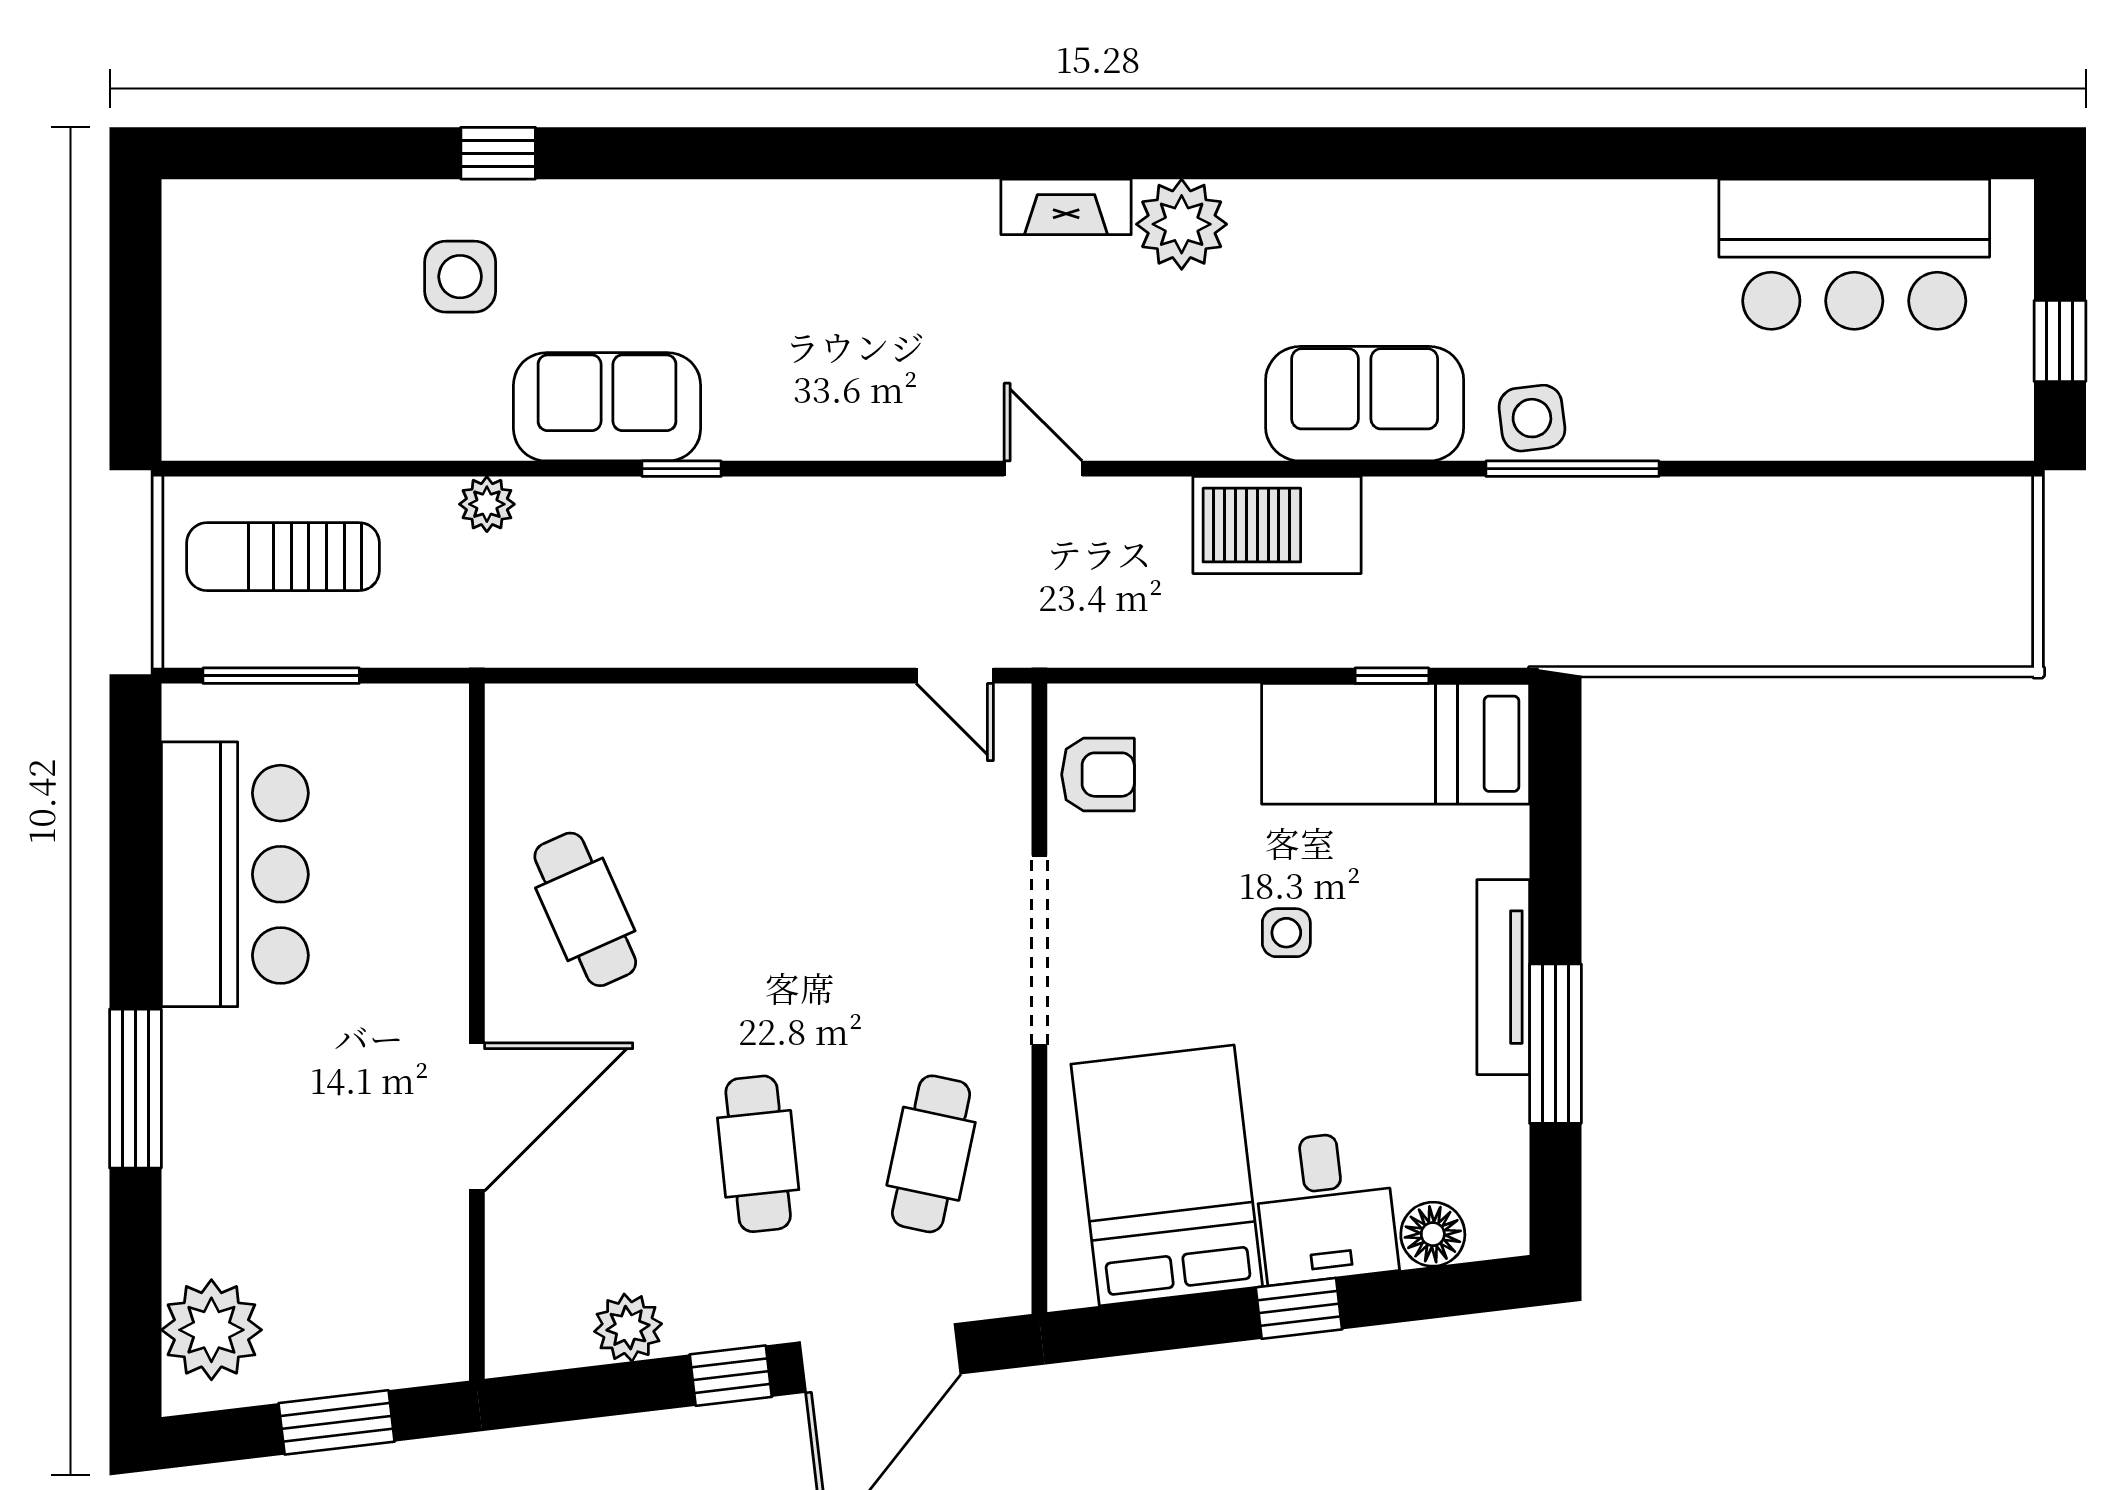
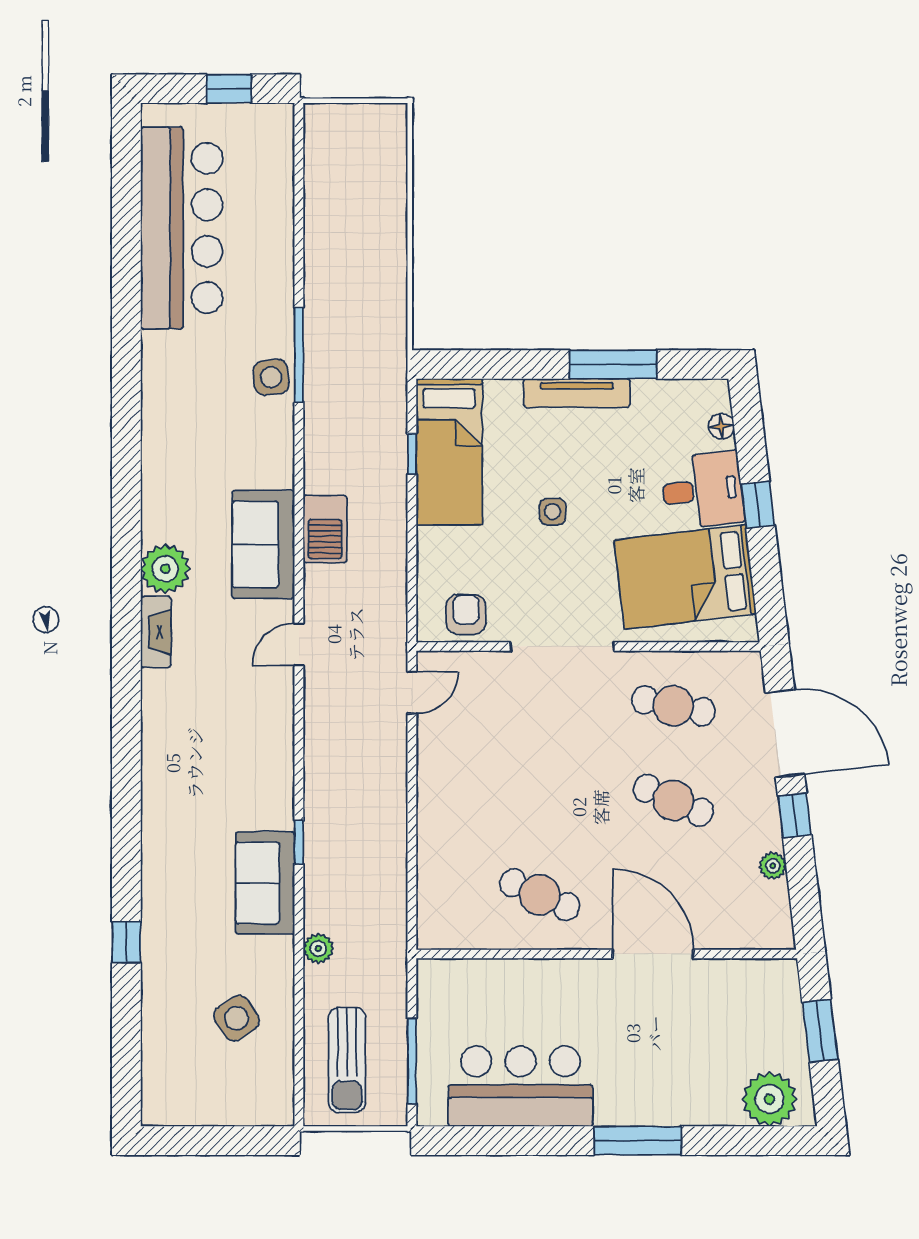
bar counter: (1854, 254) -> (182, 228), width x1.36
side table: (460, 277) -> (237, 1018), moved, turned -34
sofa: (1365, 404) -> (263, 544), moved
barbecue: (1277, 525) -> (325, 529), width x0.73, depth x0.83
cafe table: (585, 909) -> (540, 895), turned 48
cafe table: (758, 1154) -> (673, 800), turned 30
floor lamp: (1433, 1234) -> (721, 426), width x0.73, depth x0.73
plant: (628, 1328) -> (773, 866), width x0.73, depth x0.73

